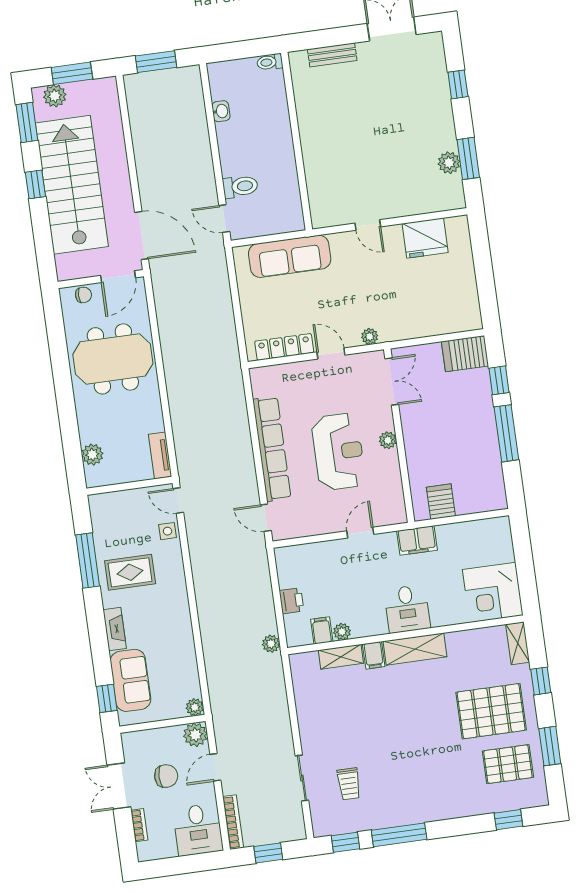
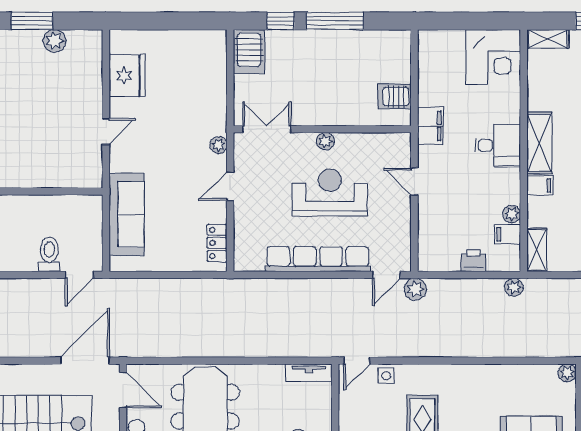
window: (468, 158) -> (32, 21), moved
locker: (284, 347) -> (217, 243), width x0.66
plant: (256, 548) -> (415, 289), added
shelving: (341, 657) -> (537, 250), moved

